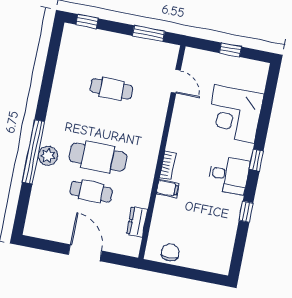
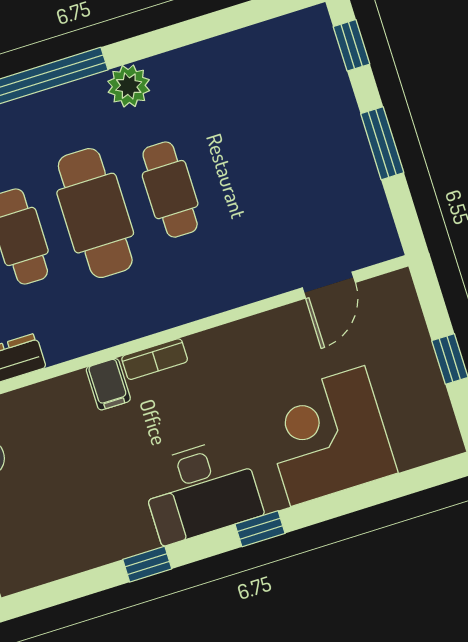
window: (148, 34) -> (382, 143), moved
cafe table: (111, 89) -> (170, 190), moved
plant: (48, 156) -> (129, 86), moved
desk: (229, 175) -> (201, 490), width x1.37

